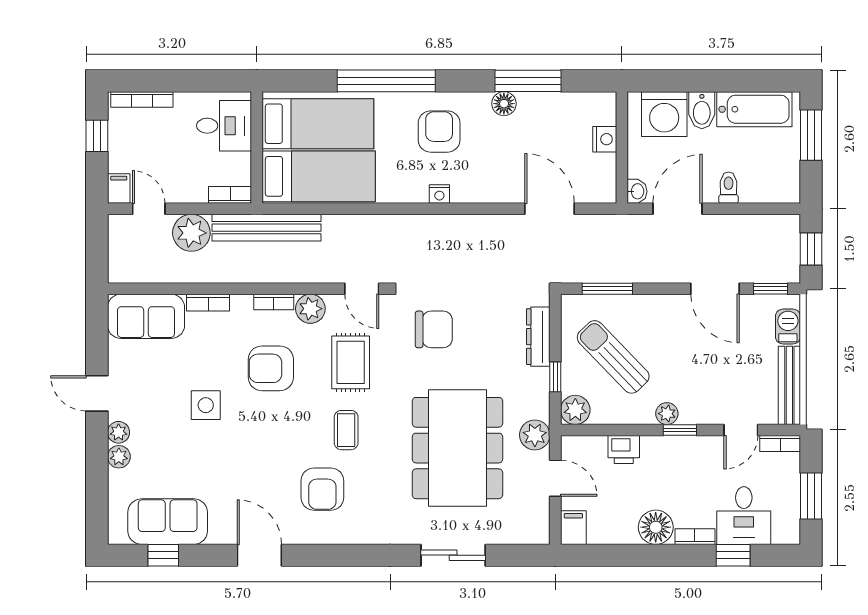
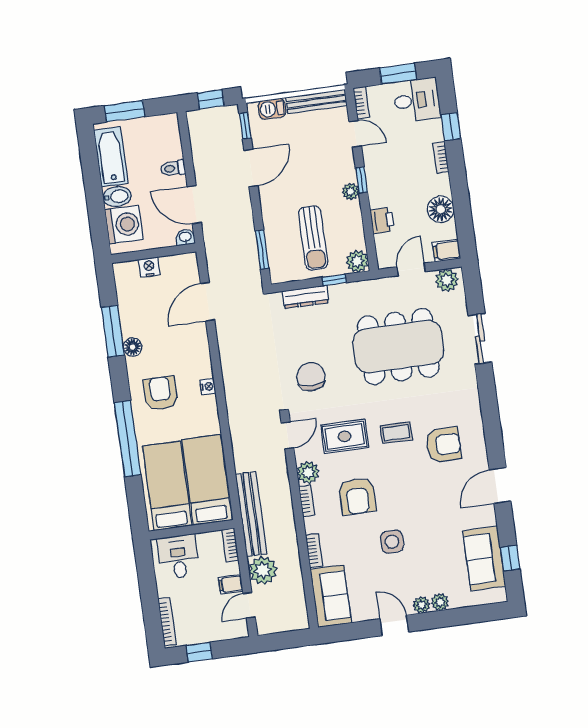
armchair: (439, 132) -> (160, 393), turned 90
filing cabinet: (119, 189) -> (231, 584), moved
sun lounger: (613, 357) -> (313, 238), turned -46
door: (97, 393) -> (394, 625), swing flipped
plant: (535, 435) -> (447, 280), moved
desk: (744, 516) -> (417, 100), moved
floor lamp: (656, 527) -> (441, 209), moved

